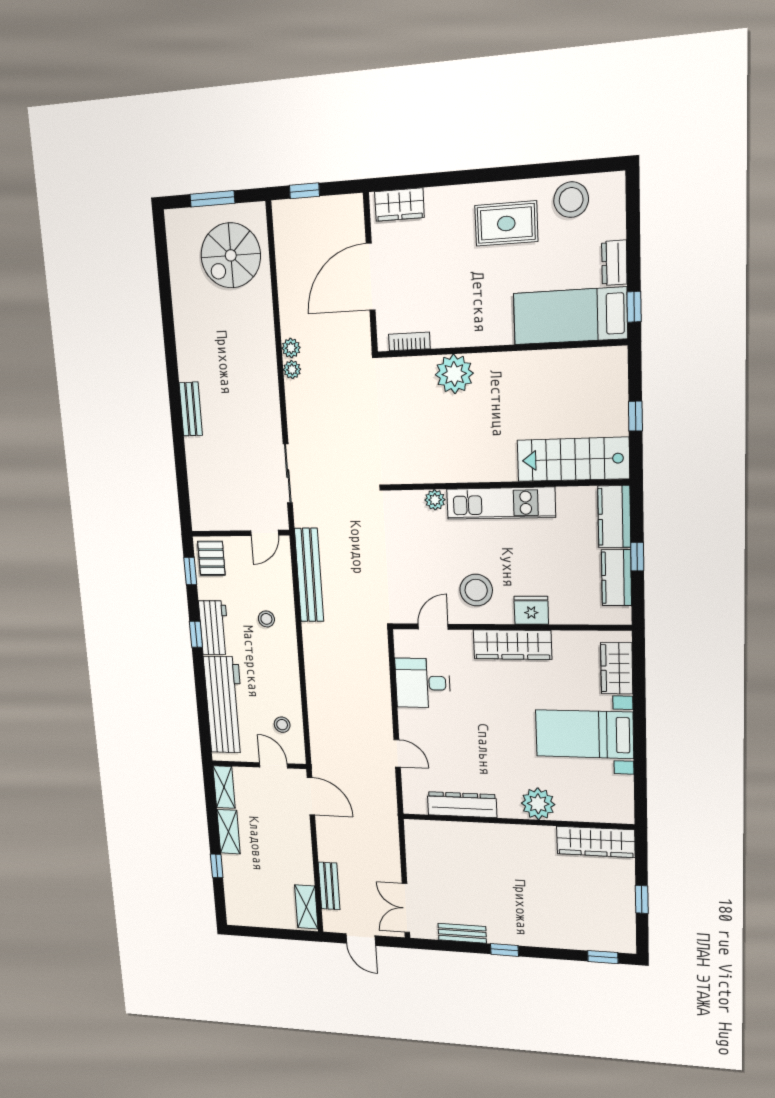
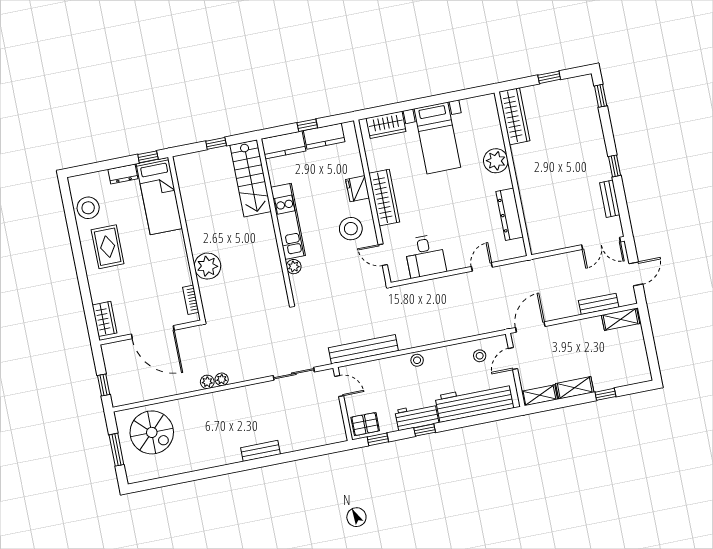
stool: (266, 619) -> (417, 360), moved

